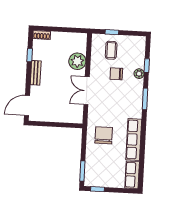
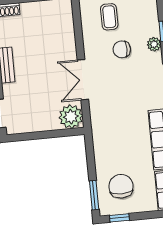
plant: (77, 61) -> (71, 117), moved
chair: (104, 135) -> (121, 186), moved

